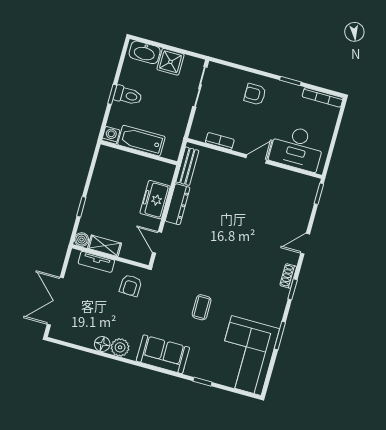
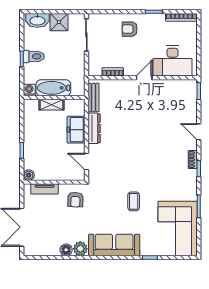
door: (305, 244) -> (199, 132), hinge flipped
shelving: (105, 246) -> (51, 105), moved
sofa: (163, 354) -> (114, 245), width x1.36

